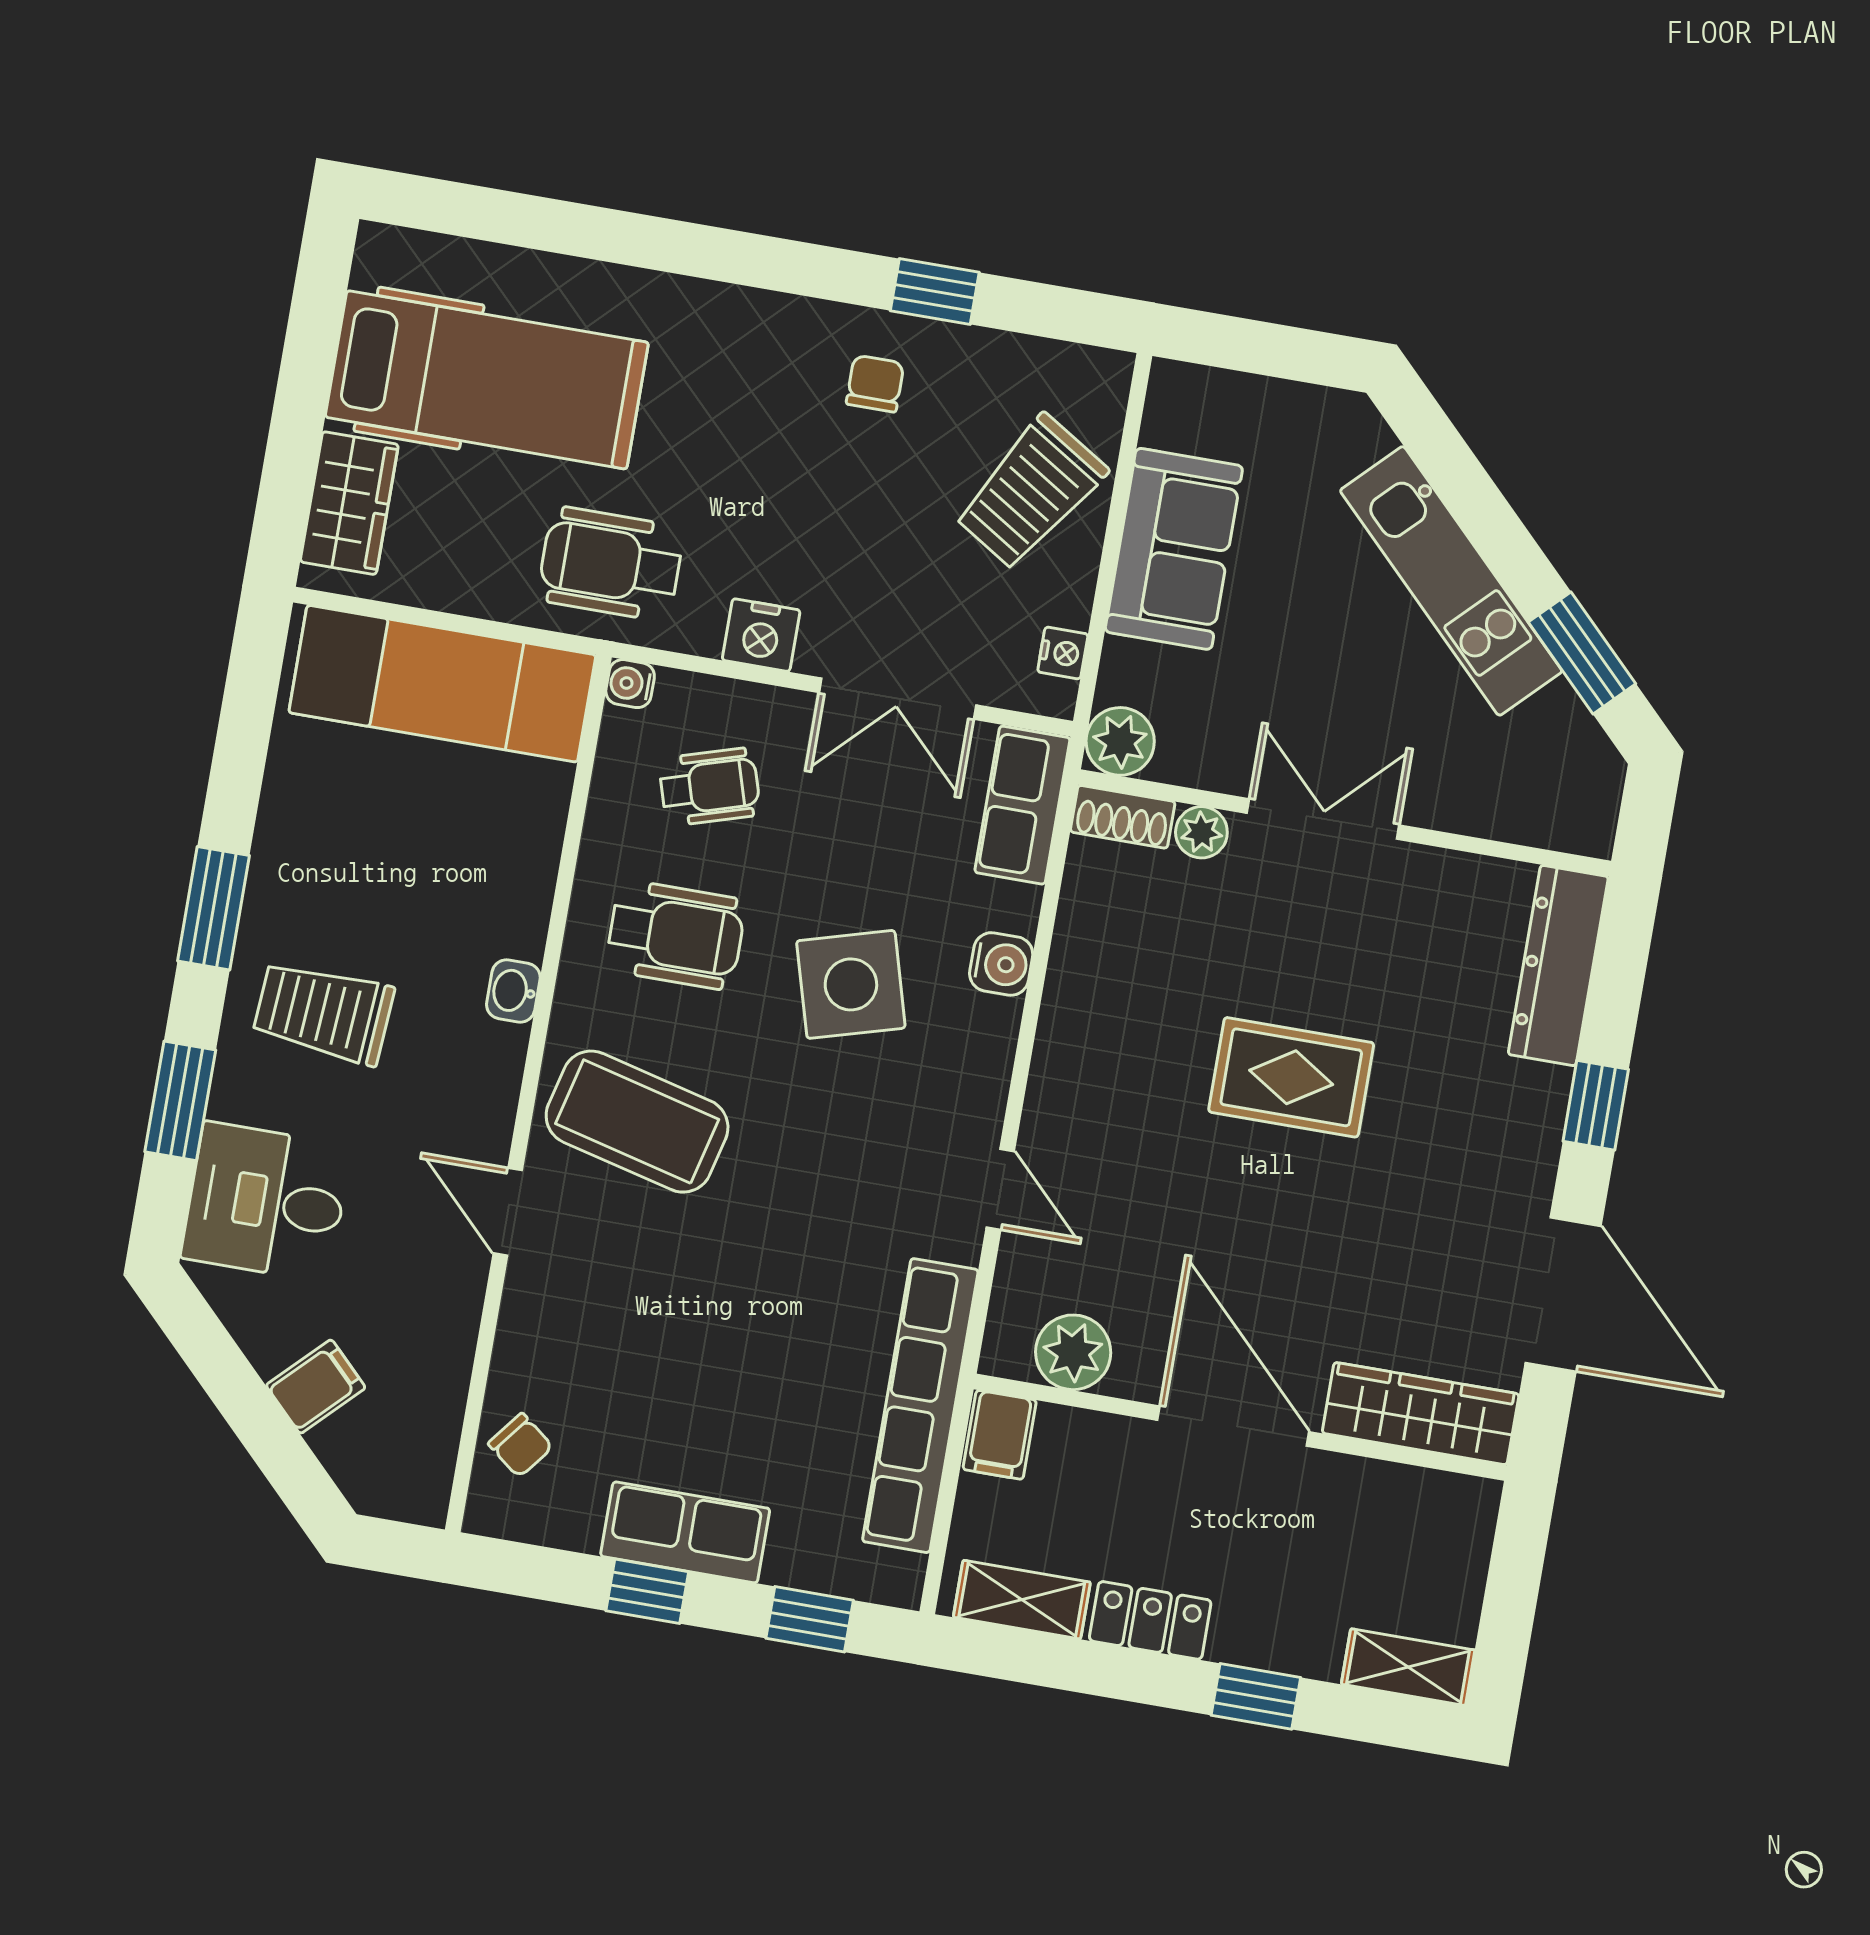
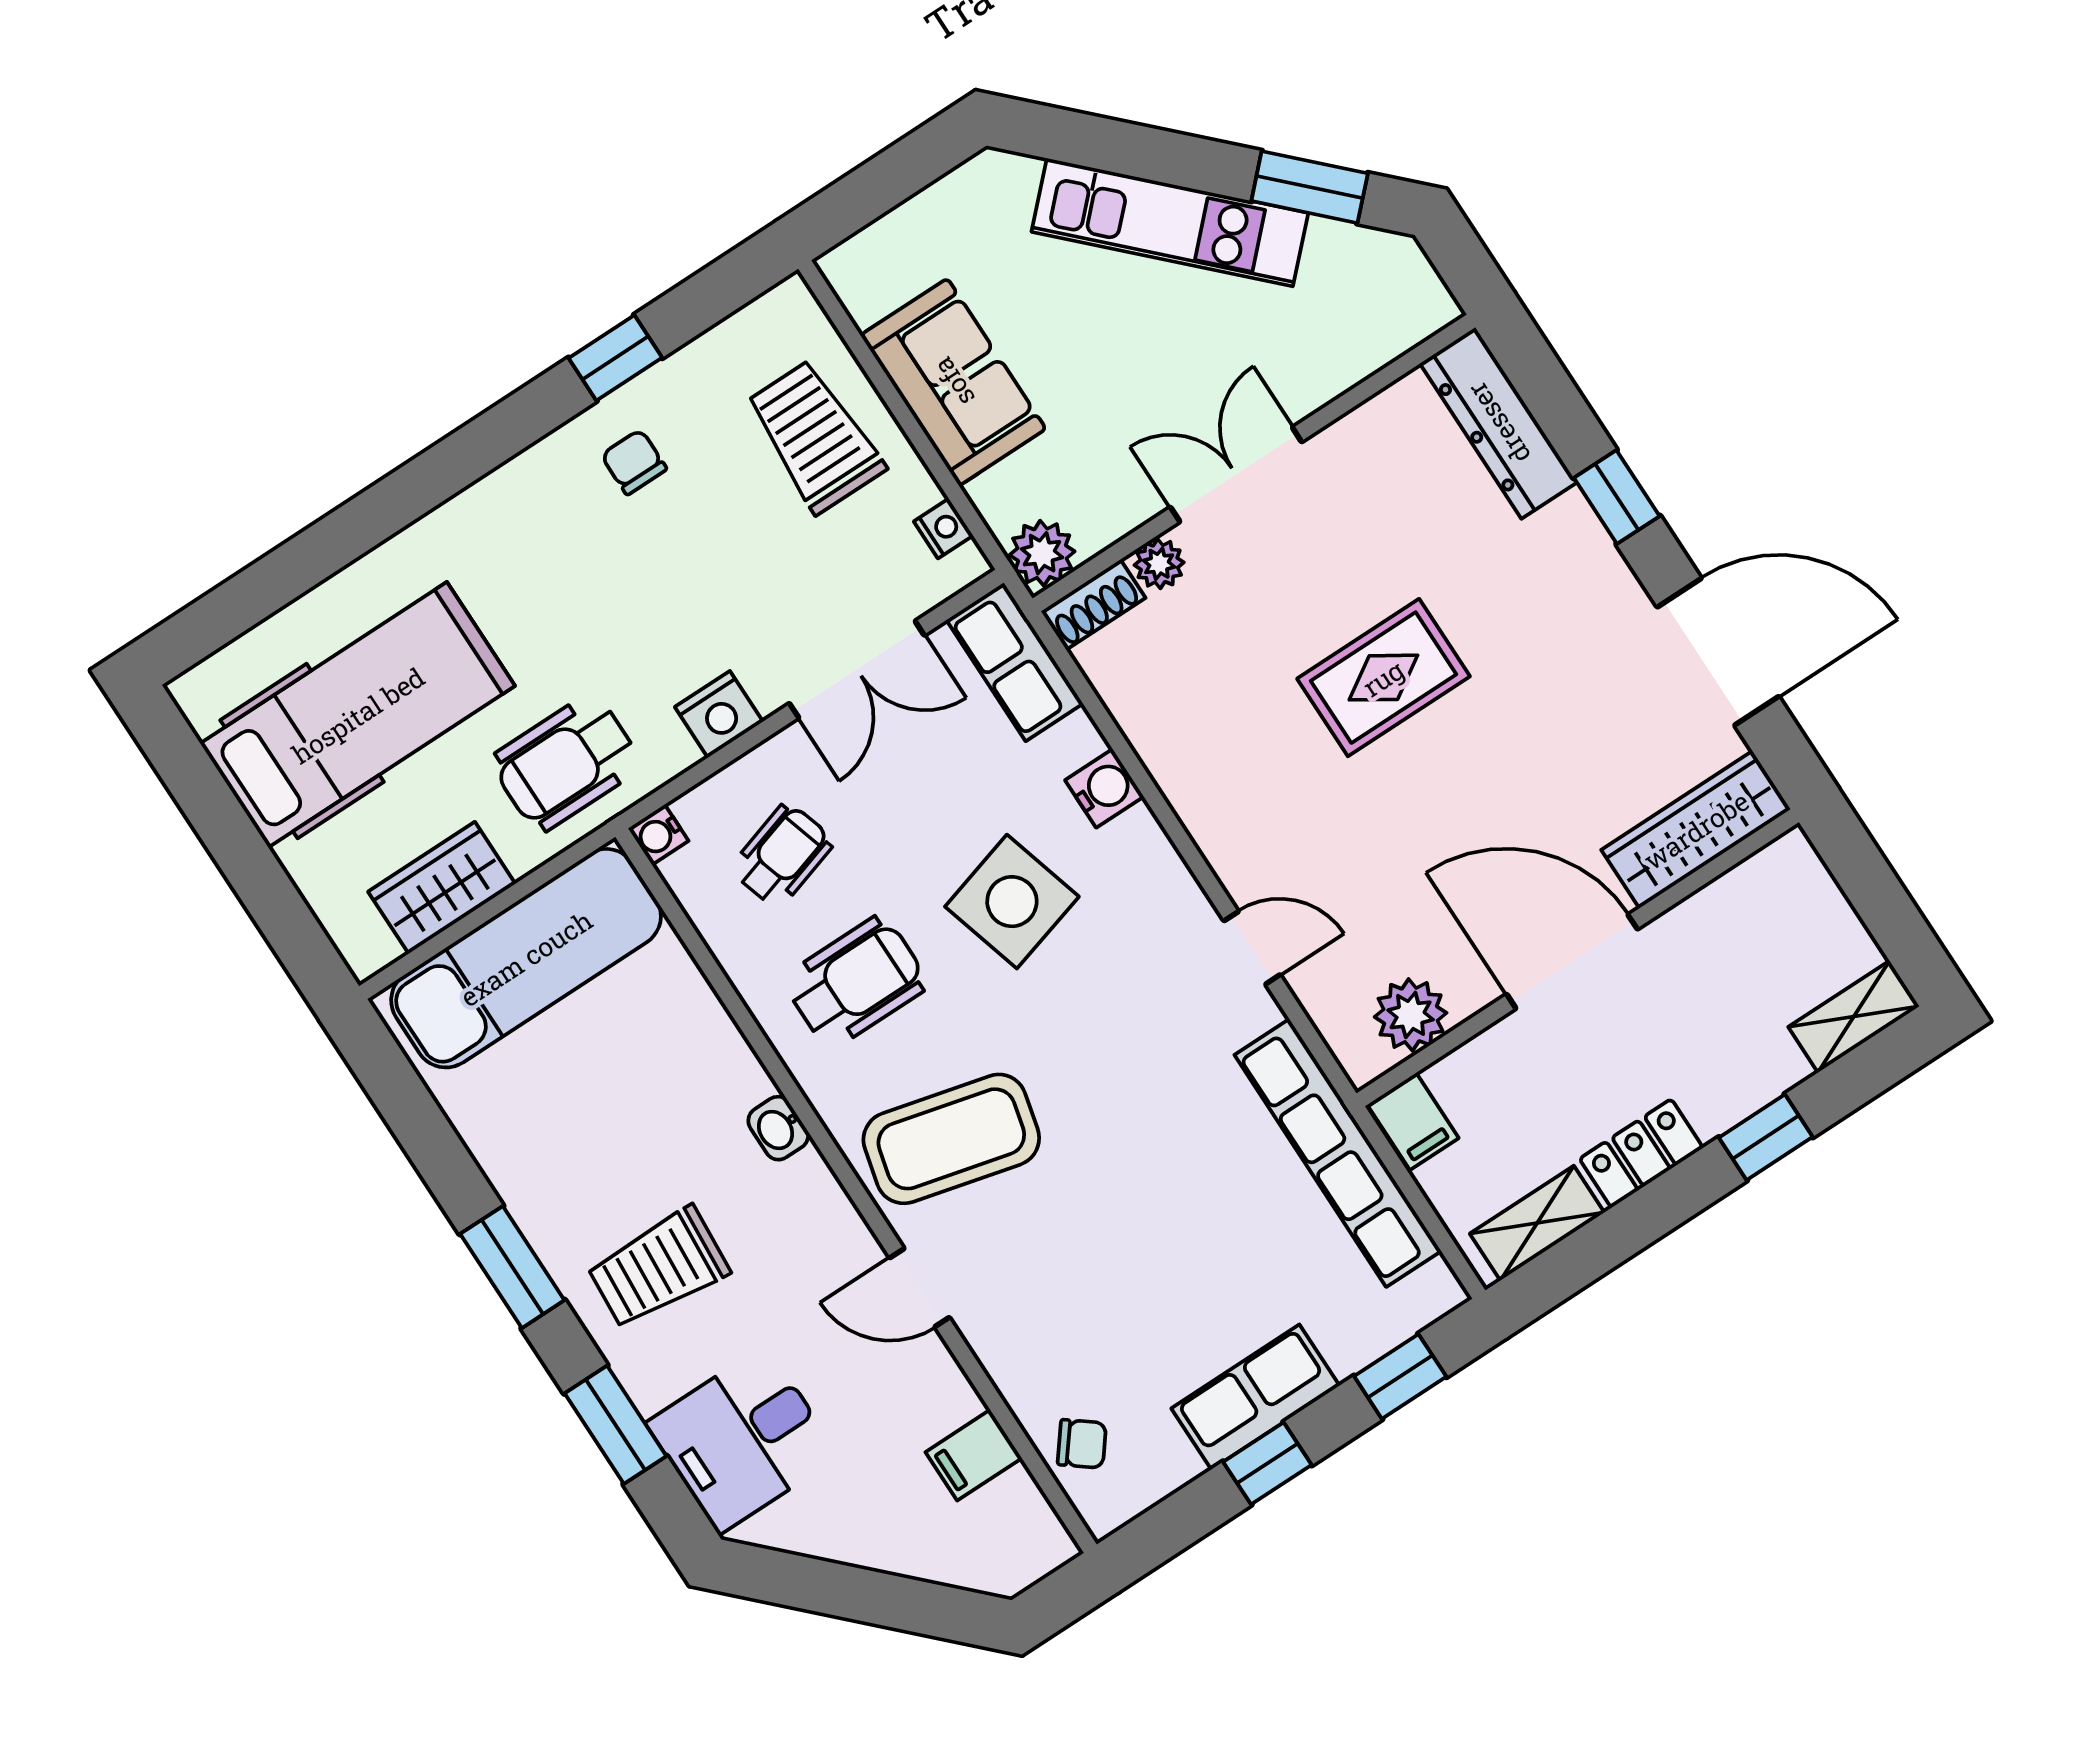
trolley: (1031, 492) -> (815, 436), turned 148
wardrobe: (349, 503) -> (442, 888), moved, turned -90
filing cabinet: (316, 1387) -> (974, 1455), moved, turned -135

